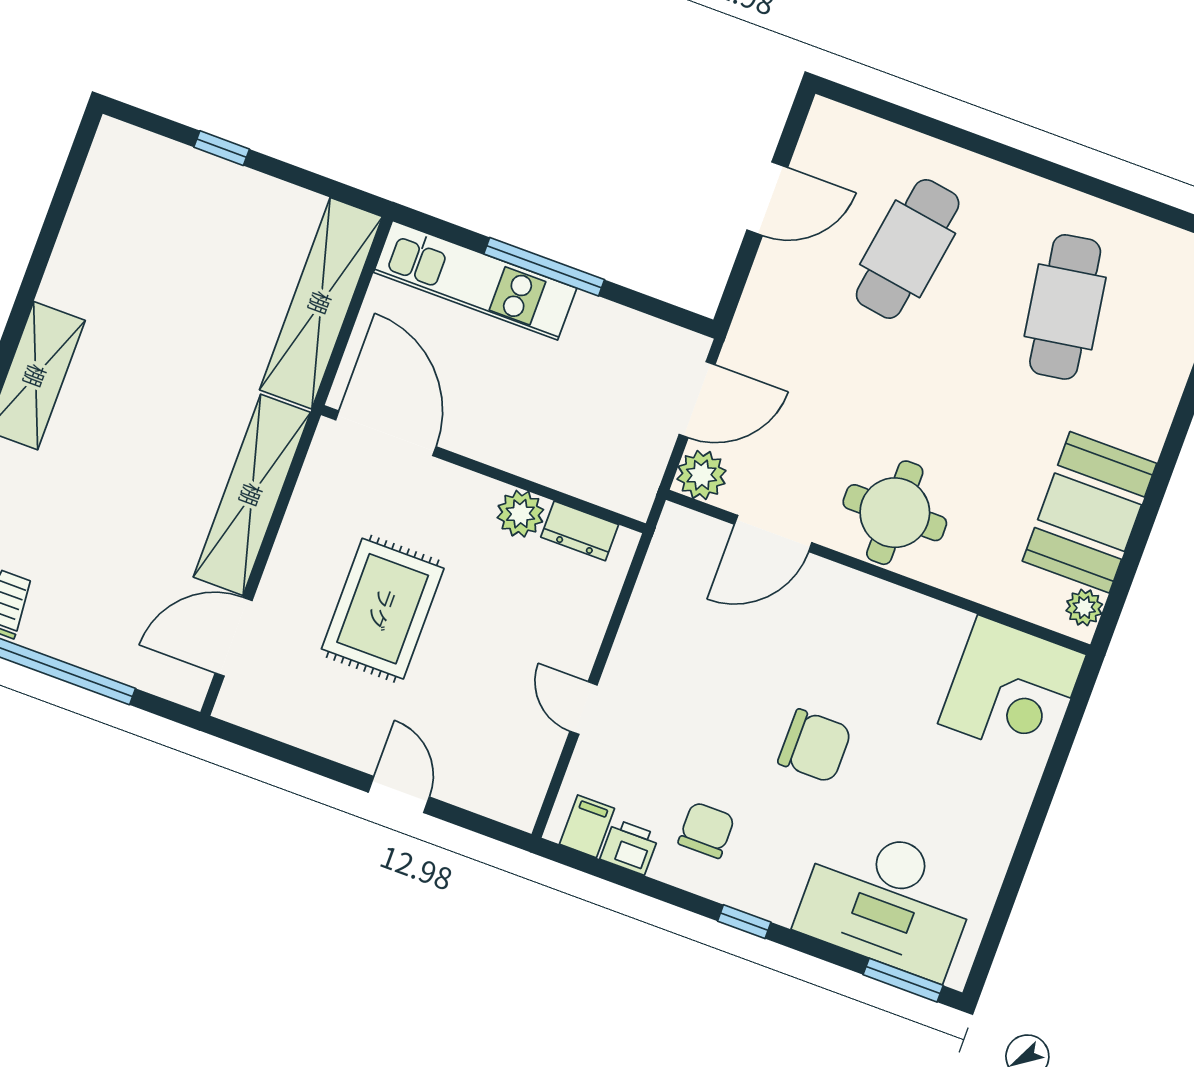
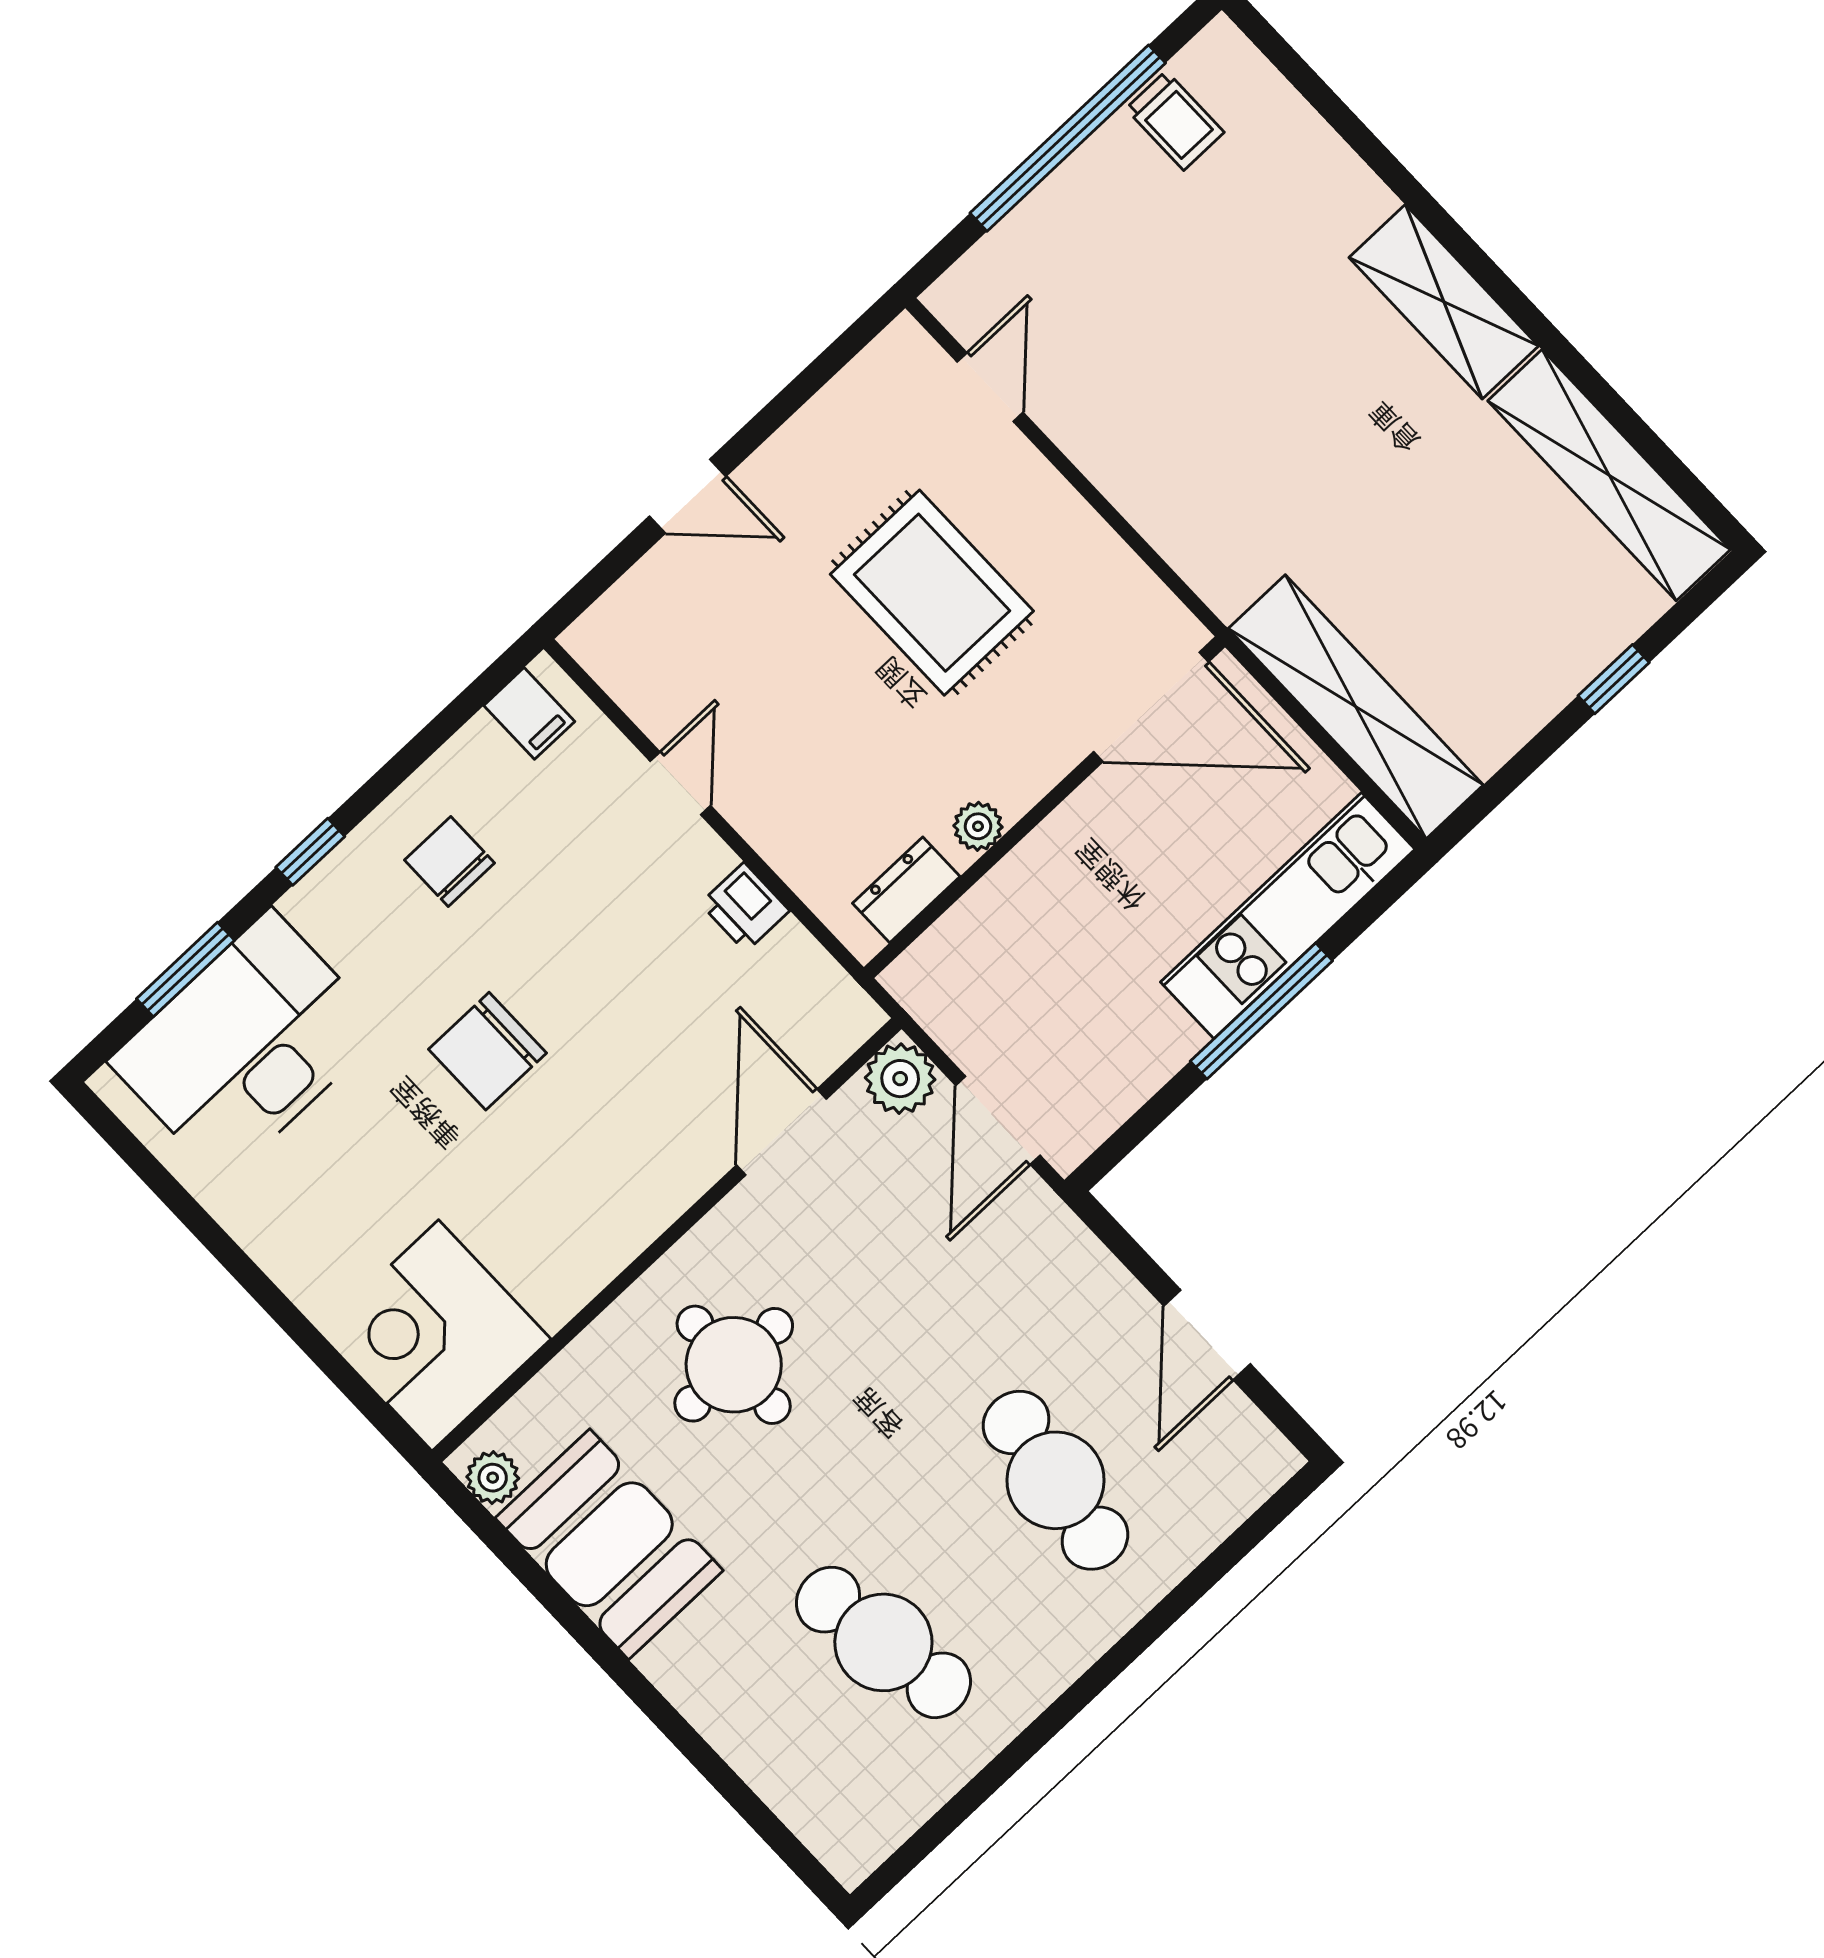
shelving: (252, 495) -> (1609, 475), moved
round table: (895, 513) -> (734, 1365), moved
plant: (520, 514) -> (978, 826), width x0.73, depth x0.73
door: (234, 637) -> (990, 387), width x0.73
door: (584, 708) -> (680, 783), hinge flipped
chair: (706, 830) -> (449, 862), turned 180
printer: (629, 847) -> (745, 907), moved, turned 90
window: (903, 980) -> (185, 970), moved

